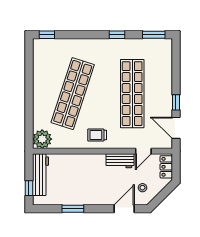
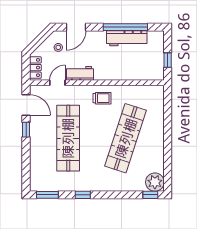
plant: (42, 139) -> (155, 182), moved
workbench: (41, 175) -> (127, 38), moved, turned -90
window: (29, 188) -> (168, 60), moved
window: (73, 209) -> (125, 27), width x2.11

